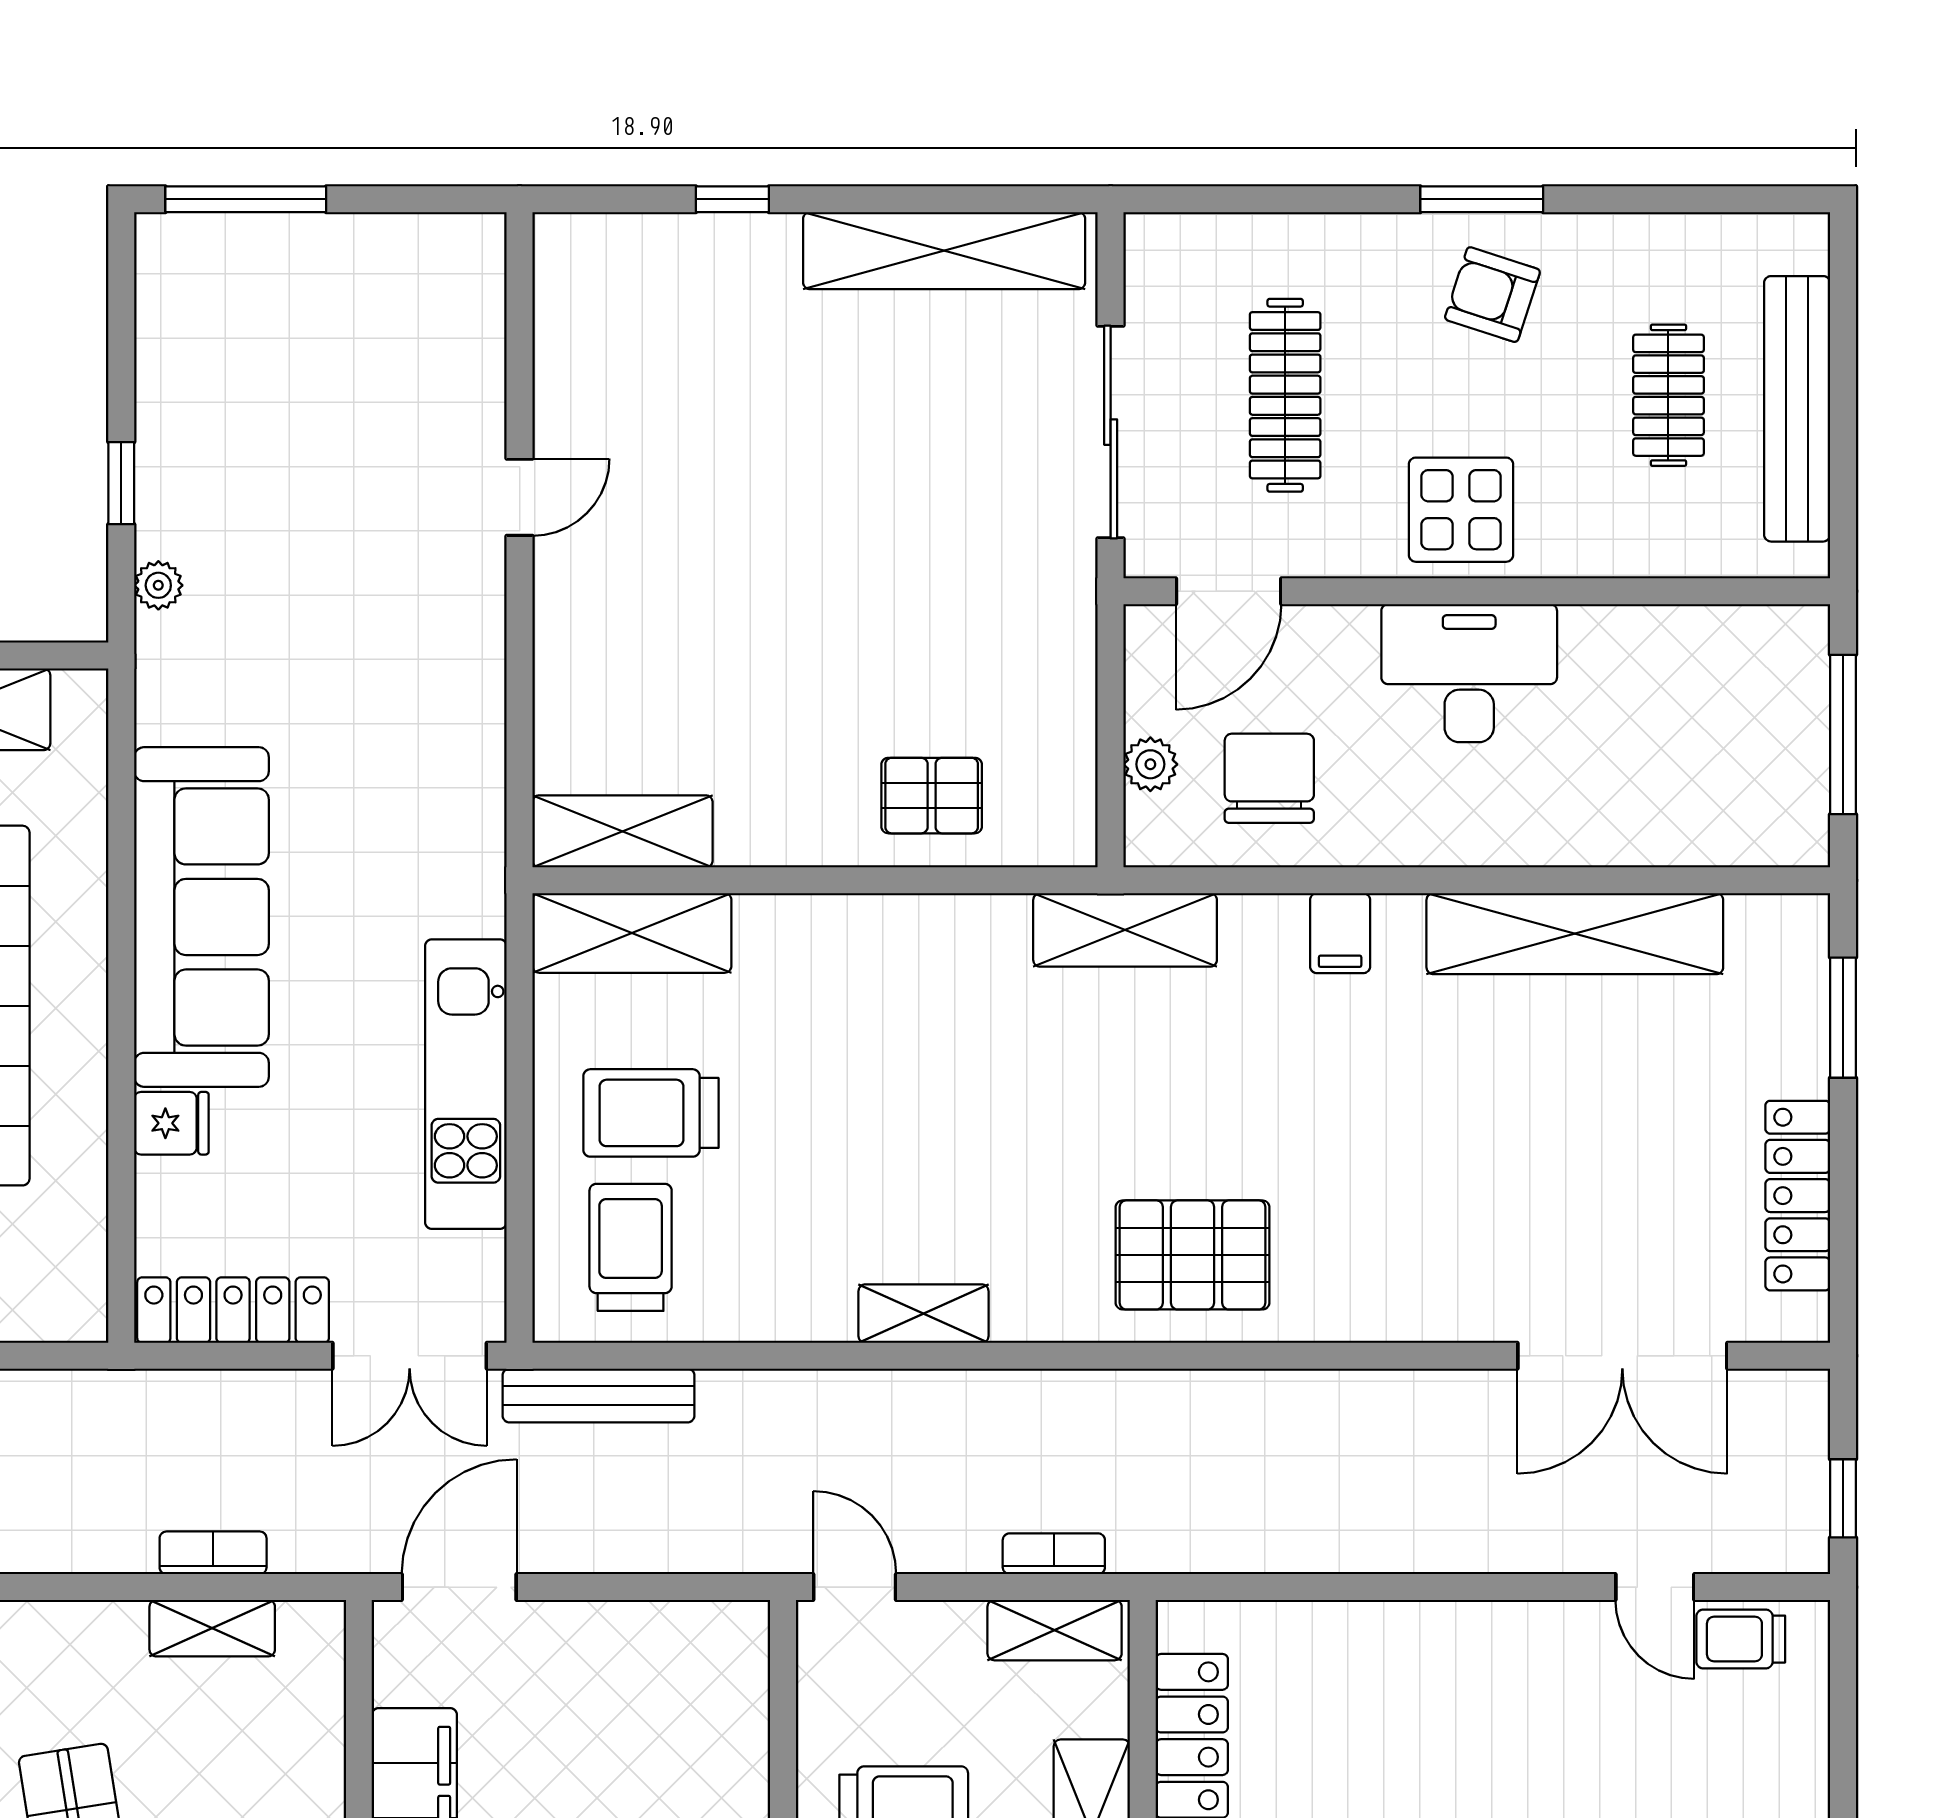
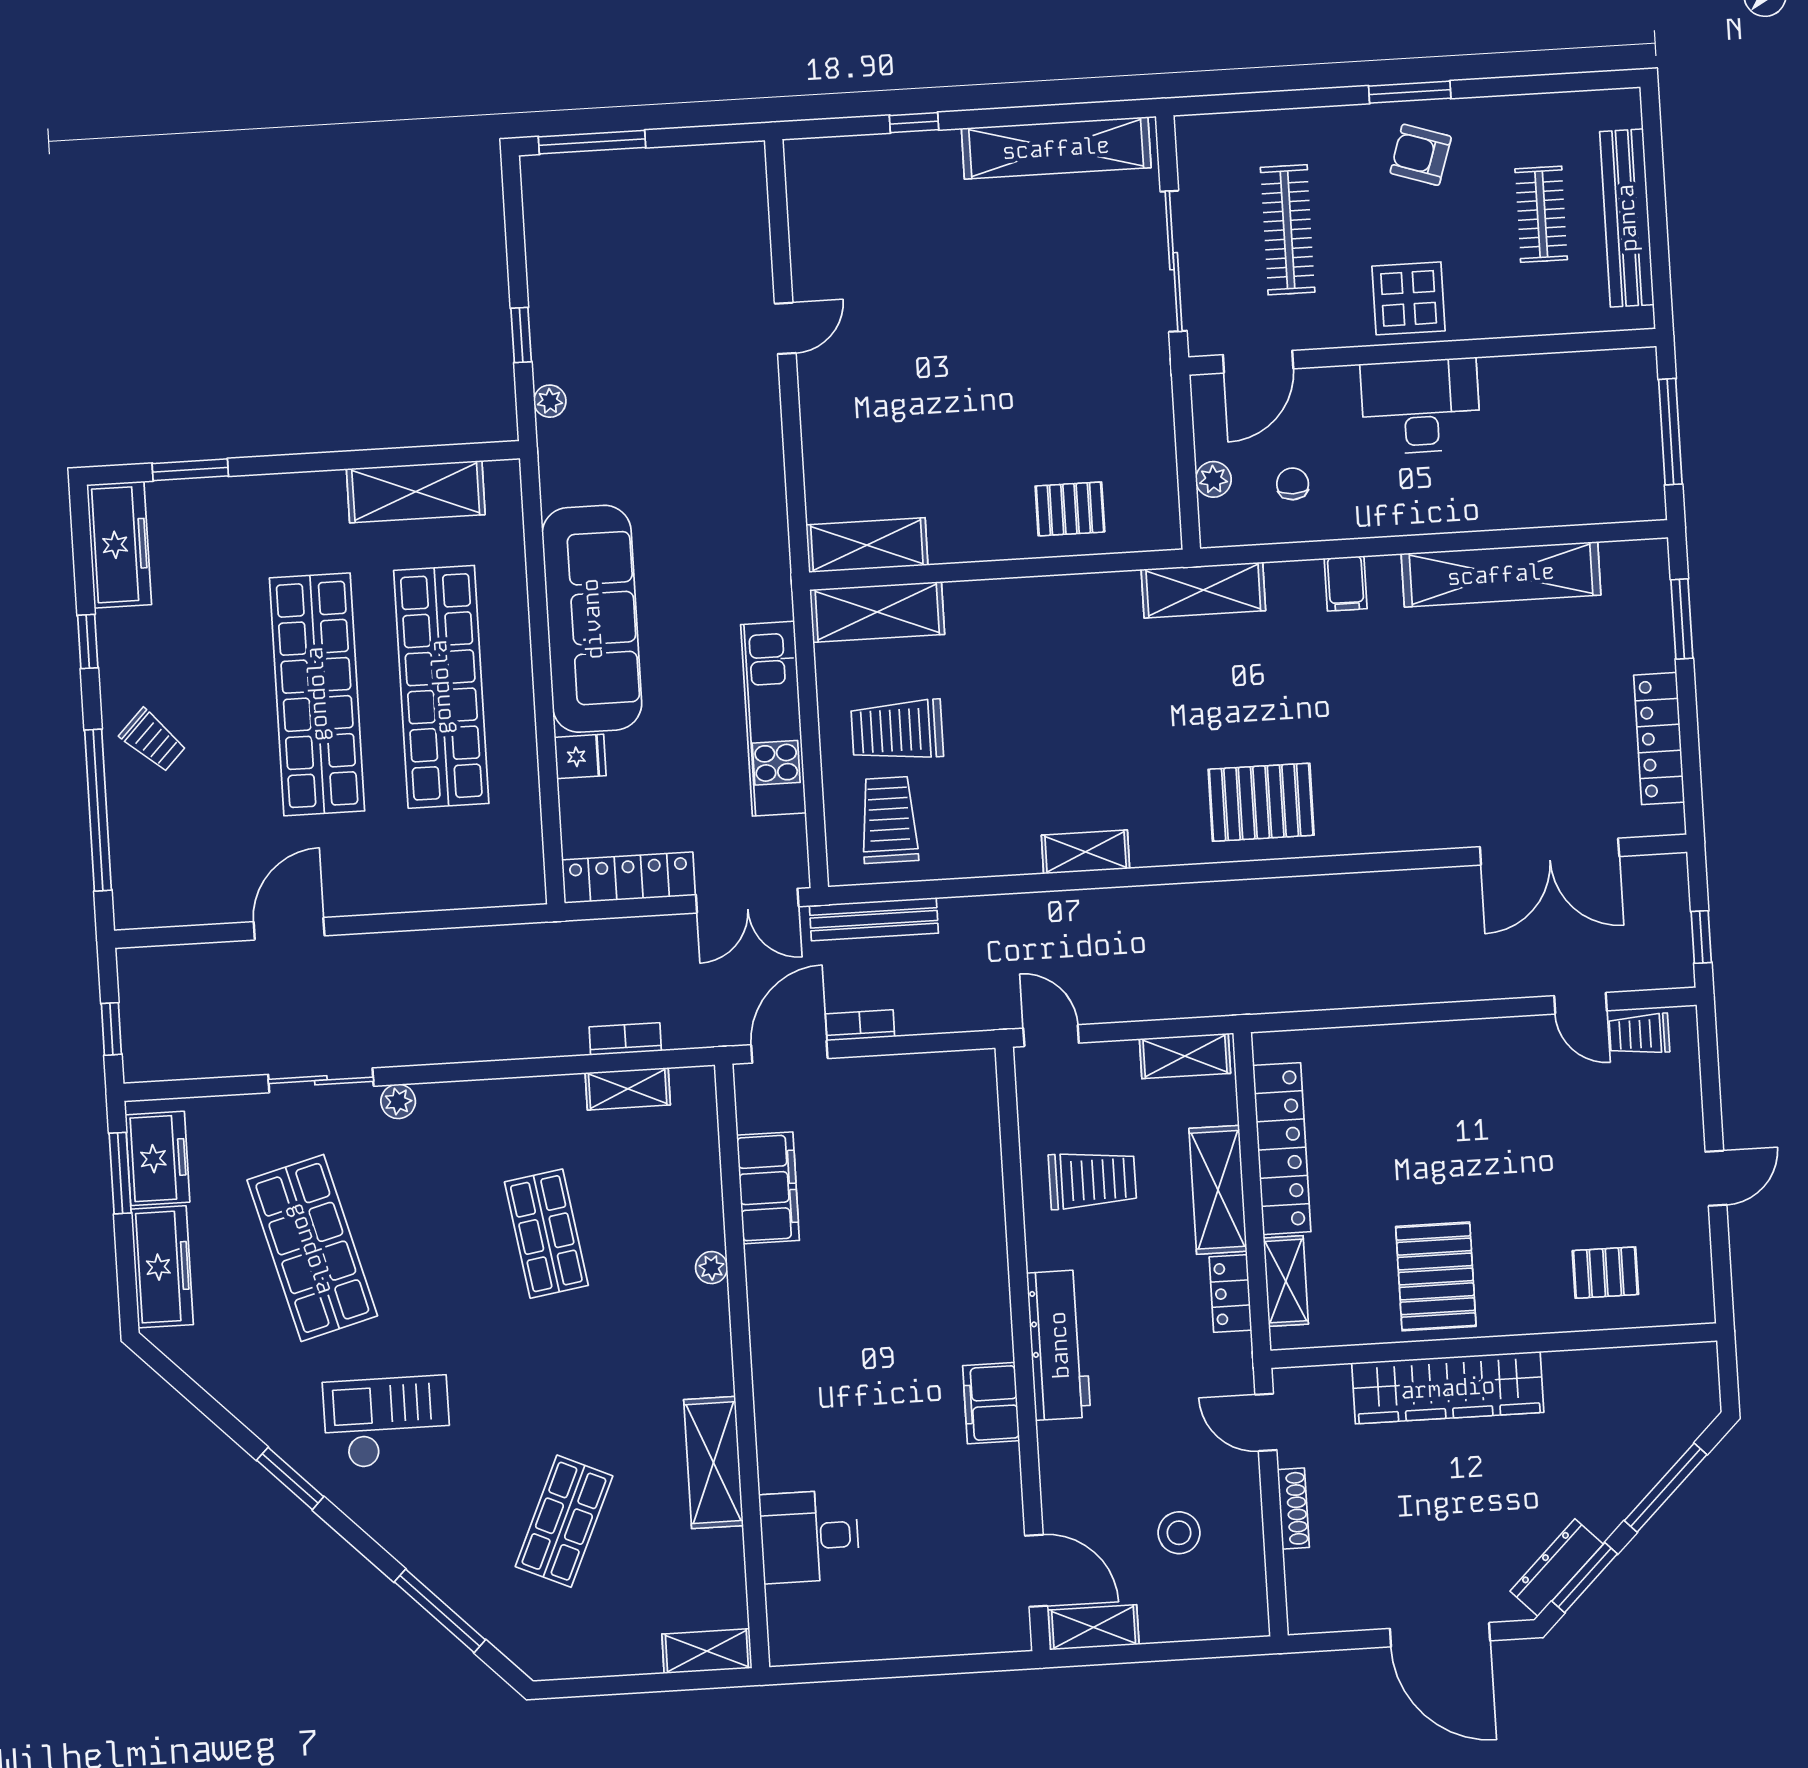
chair: (1269, 778) -> (1293, 484), width x0.54, depth x0.54
bookcase: (1054, 1554) -> (860, 1025), moved

